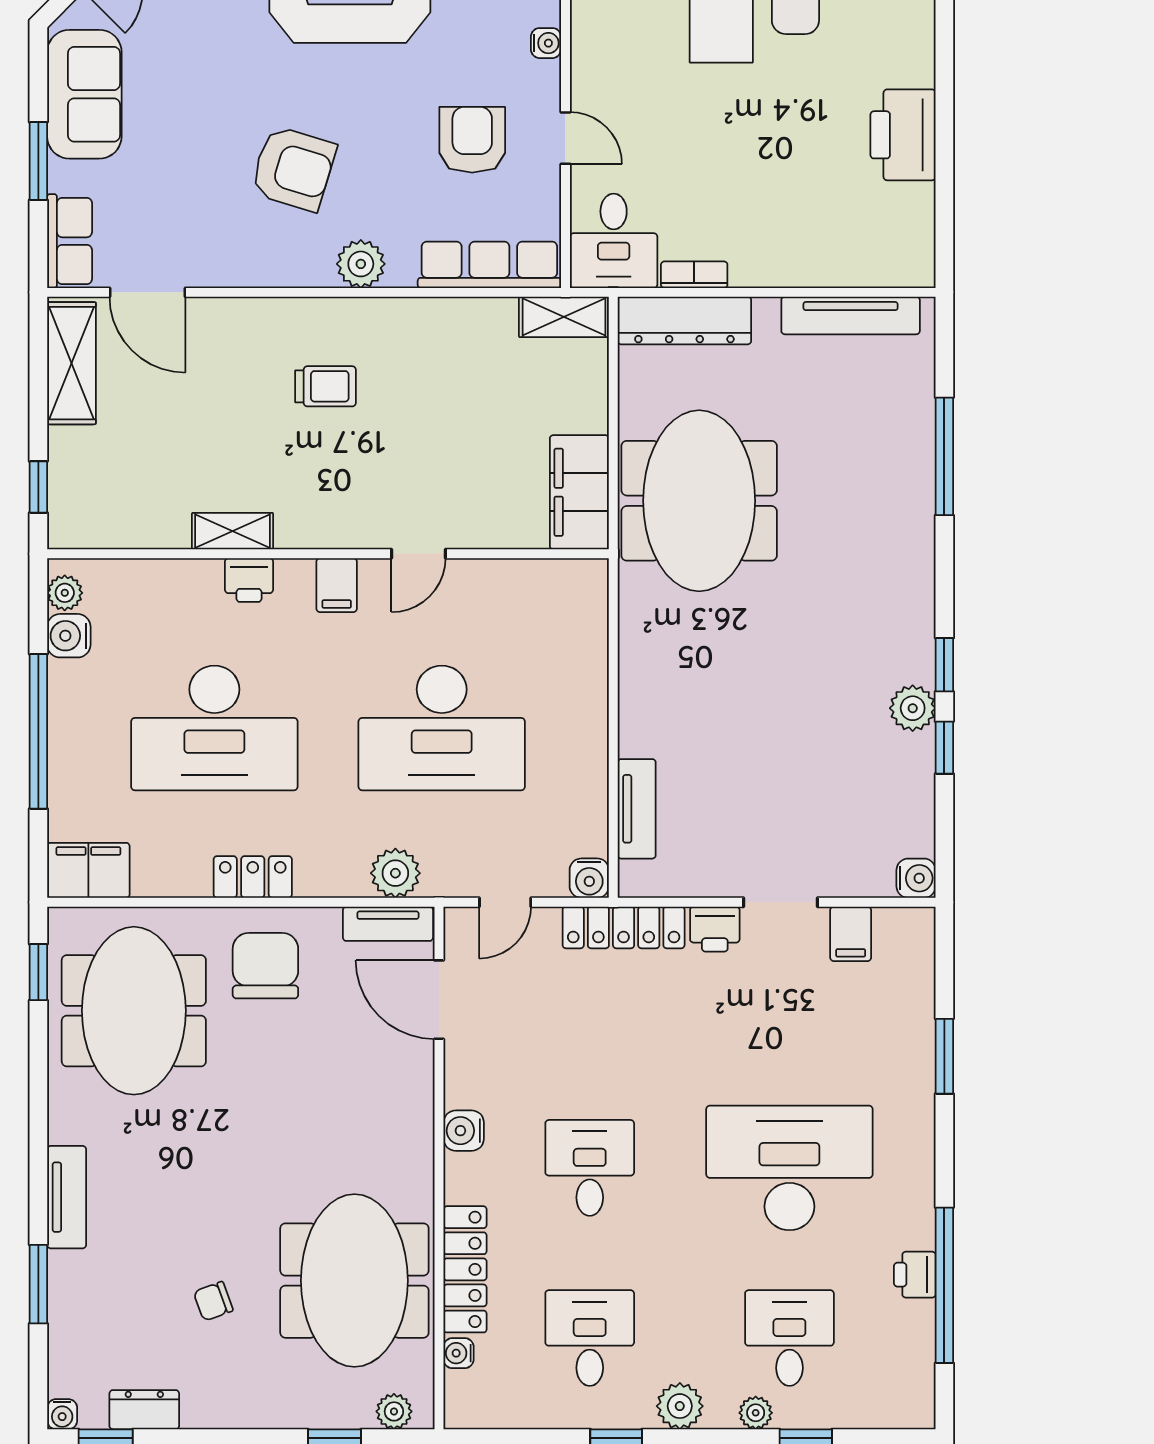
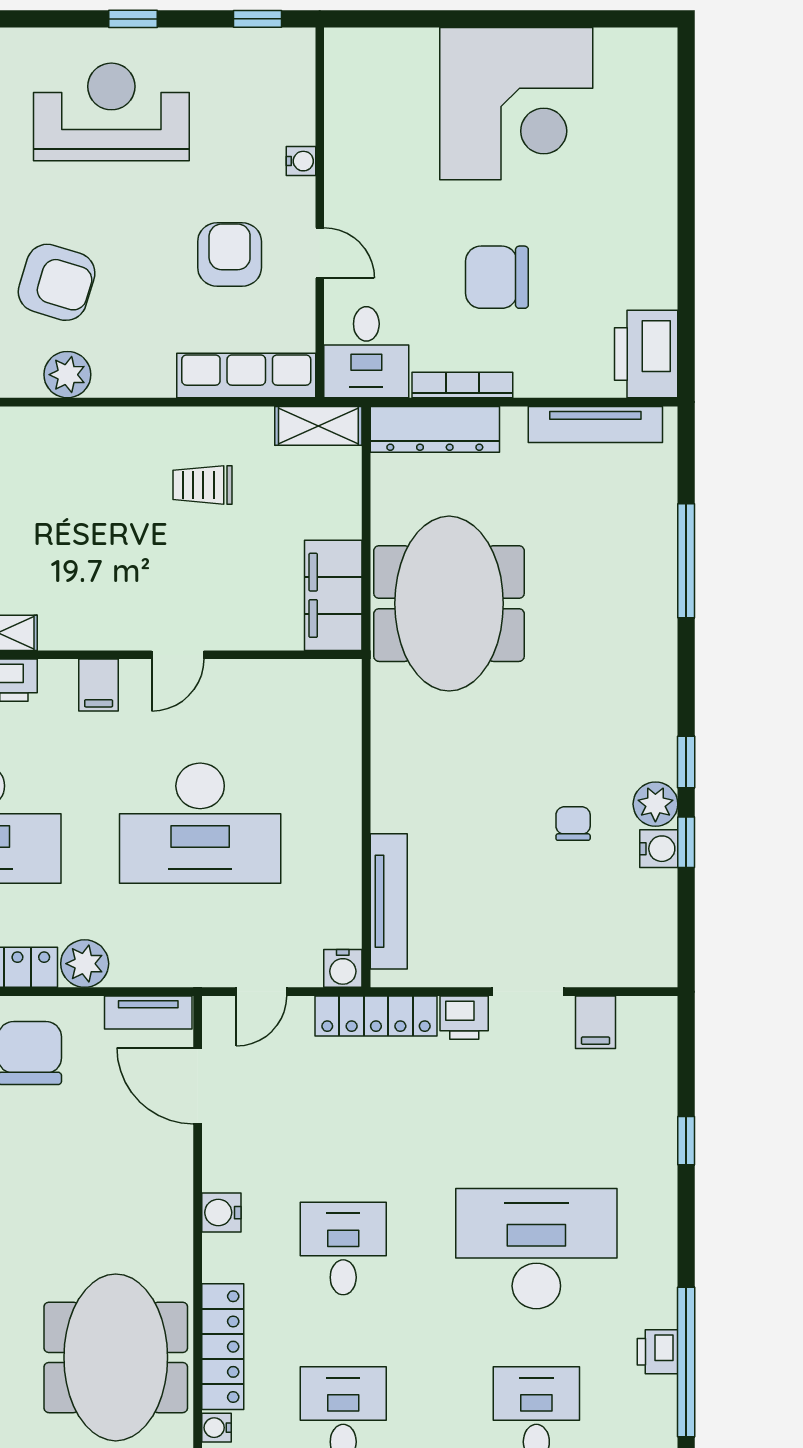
printer: (903, 135) -> (646, 354), moved
chair: (749, 163) -> (497, 277), added
plant: (361, 264) -> (67, 375), moved
bookcase: (694, 275) -> (462, 385), width x1.56
trolley: (325, 386) -> (202, 485), moved, turned 180
chair: (827, 728) -> (573, 824), added
tv unit: (637, 809) -> (389, 901), width x1.41
plant: (395, 873) -> (85, 964), moved
water cooler: (916, 878) -> (659, 849), moved
window: (944, 1056) -> (686, 1141), width x0.67

